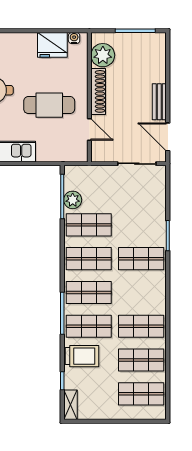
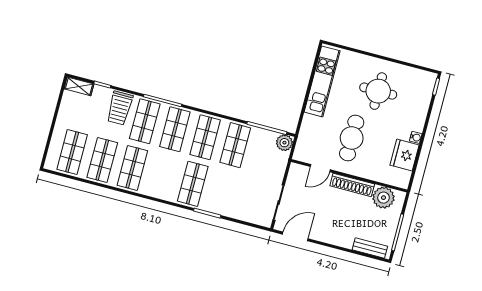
water cooler: (74, 38) -> (416, 137), moved
bench: (159, 102) -> (370, 248), moved
plant: (73, 200) -> (284, 143), moved

